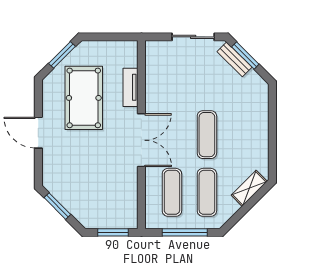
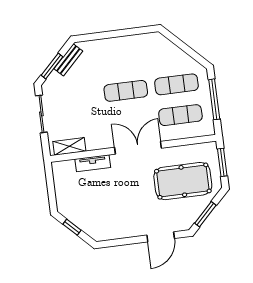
window: (62, 55) -> (72, 227), width x0.67
bench: (234, 59) -> (68, 60), moved
pool table: (84, 98) -> (183, 181), moved
door: (38, 133) -> (161, 237), moved
shelving: (249, 188) -> (69, 146), moved, turned -45

